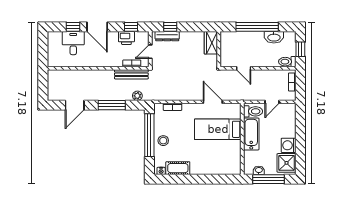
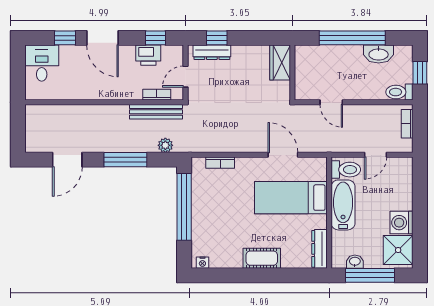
desk: (73, 43) -> (42, 63), moved
stool: (163, 141) -> (206, 215), removed
dresser: (236, 162) -> (319, 249), added
cot: (178, 168) -> (262, 258), moved

